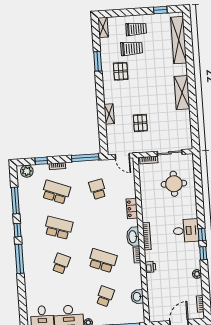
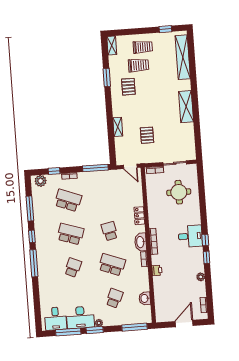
school desk: (98, 189) -> (110, 231), moved

